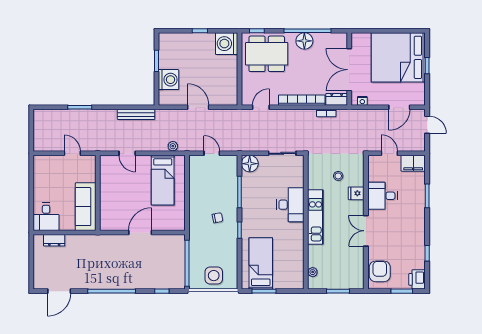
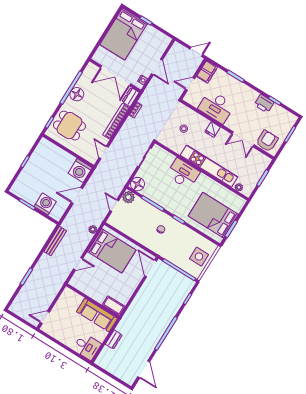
washing machine: (227, 44) -> (80, 170), moved
dining table: (267, 54) -> (69, 126), width x0.73
bed: (398, 57) -> (124, 34), width x0.73
door: (399, 107) -> (157, 67), moved
door: (427, 125) -> (196, 52), moved
door: (72, 153) -> (45, 317), moved
door: (212, 153) -> (114, 206), hinge flipped
plant: (230, 163) -> (128, 197), added
bed: (163, 180) -> (112, 251), width x1.50
fridge: (356, 193) -> (213, 129), moved
desk: (382, 196) -> (216, 107), width x1.37
kitchen unit: (315, 217) -> (209, 166), width x1.36
cot: (106, 218) -> (114, 306), added
double door: (366, 231) -> (243, 139), moved
door: (140, 232) -> (151, 268), moved
dresser: (54, 240) -> (114, 339), moved
bed: (261, 263) -> (213, 215), width x1.50
armchair: (380, 271) -> (267, 141), turned 90
printer: (417, 279) -> (264, 104), moved

